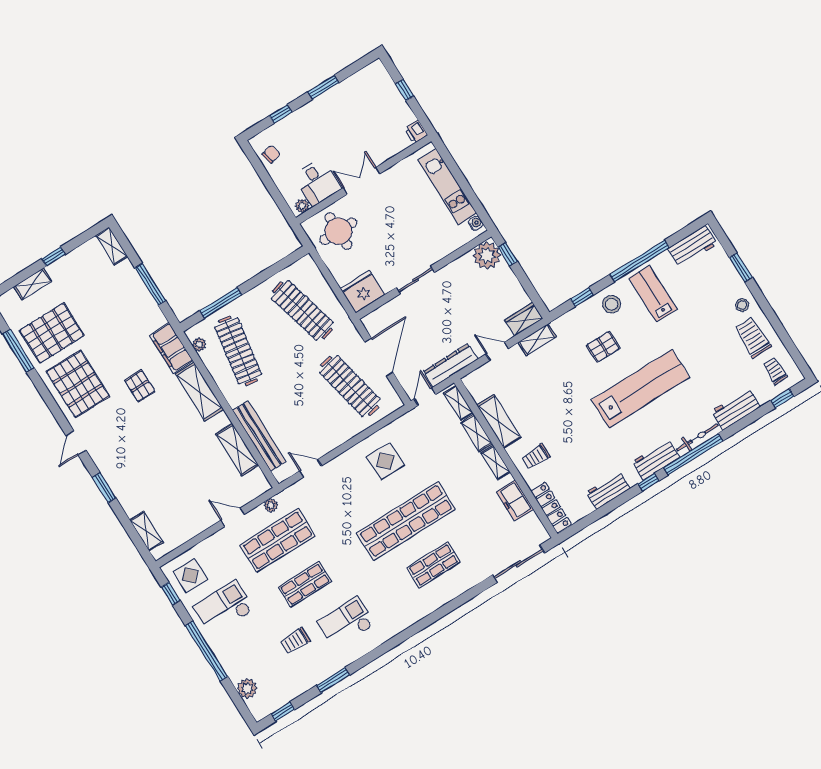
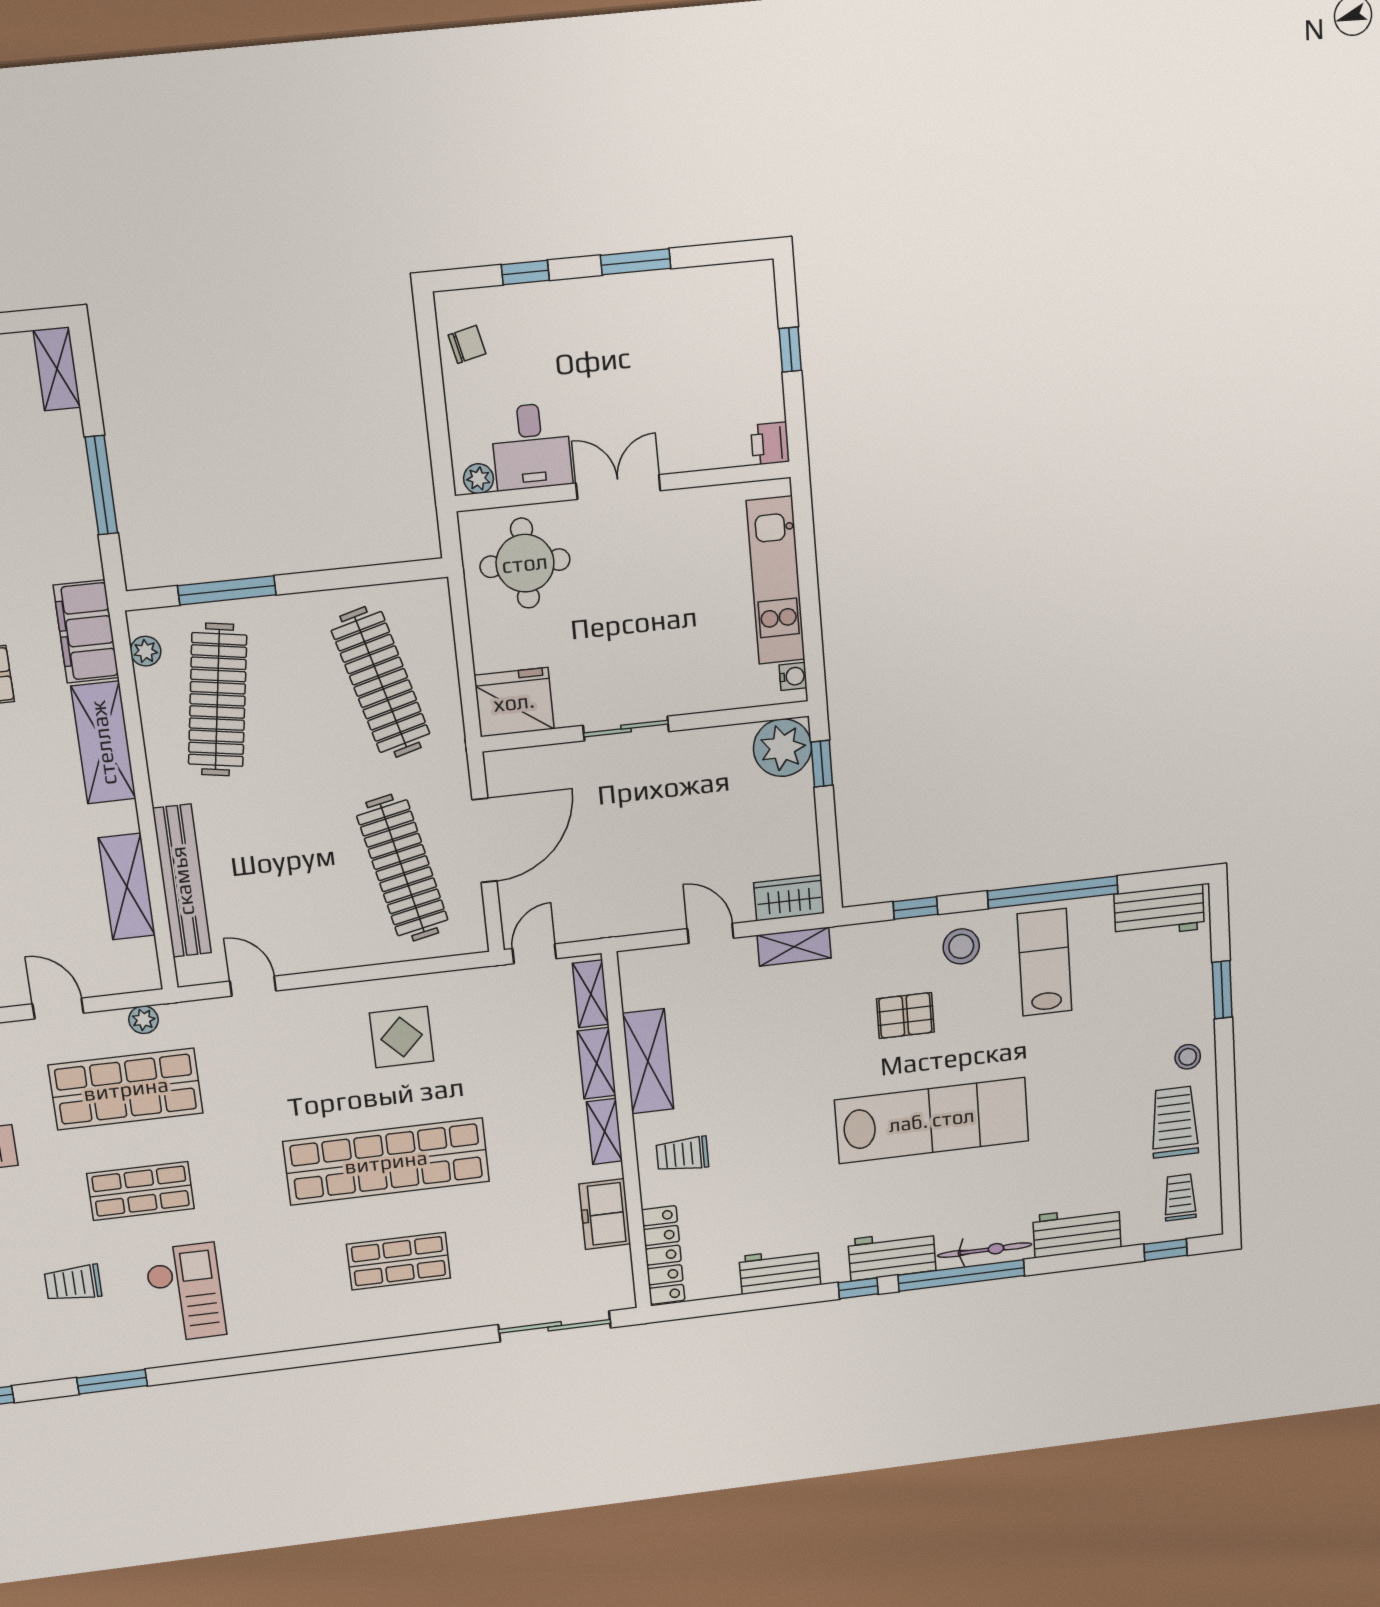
dresser: (450, 365) -> (611, 919), removed
checkout: (346, 623) -> (185, 1293), turned 90

